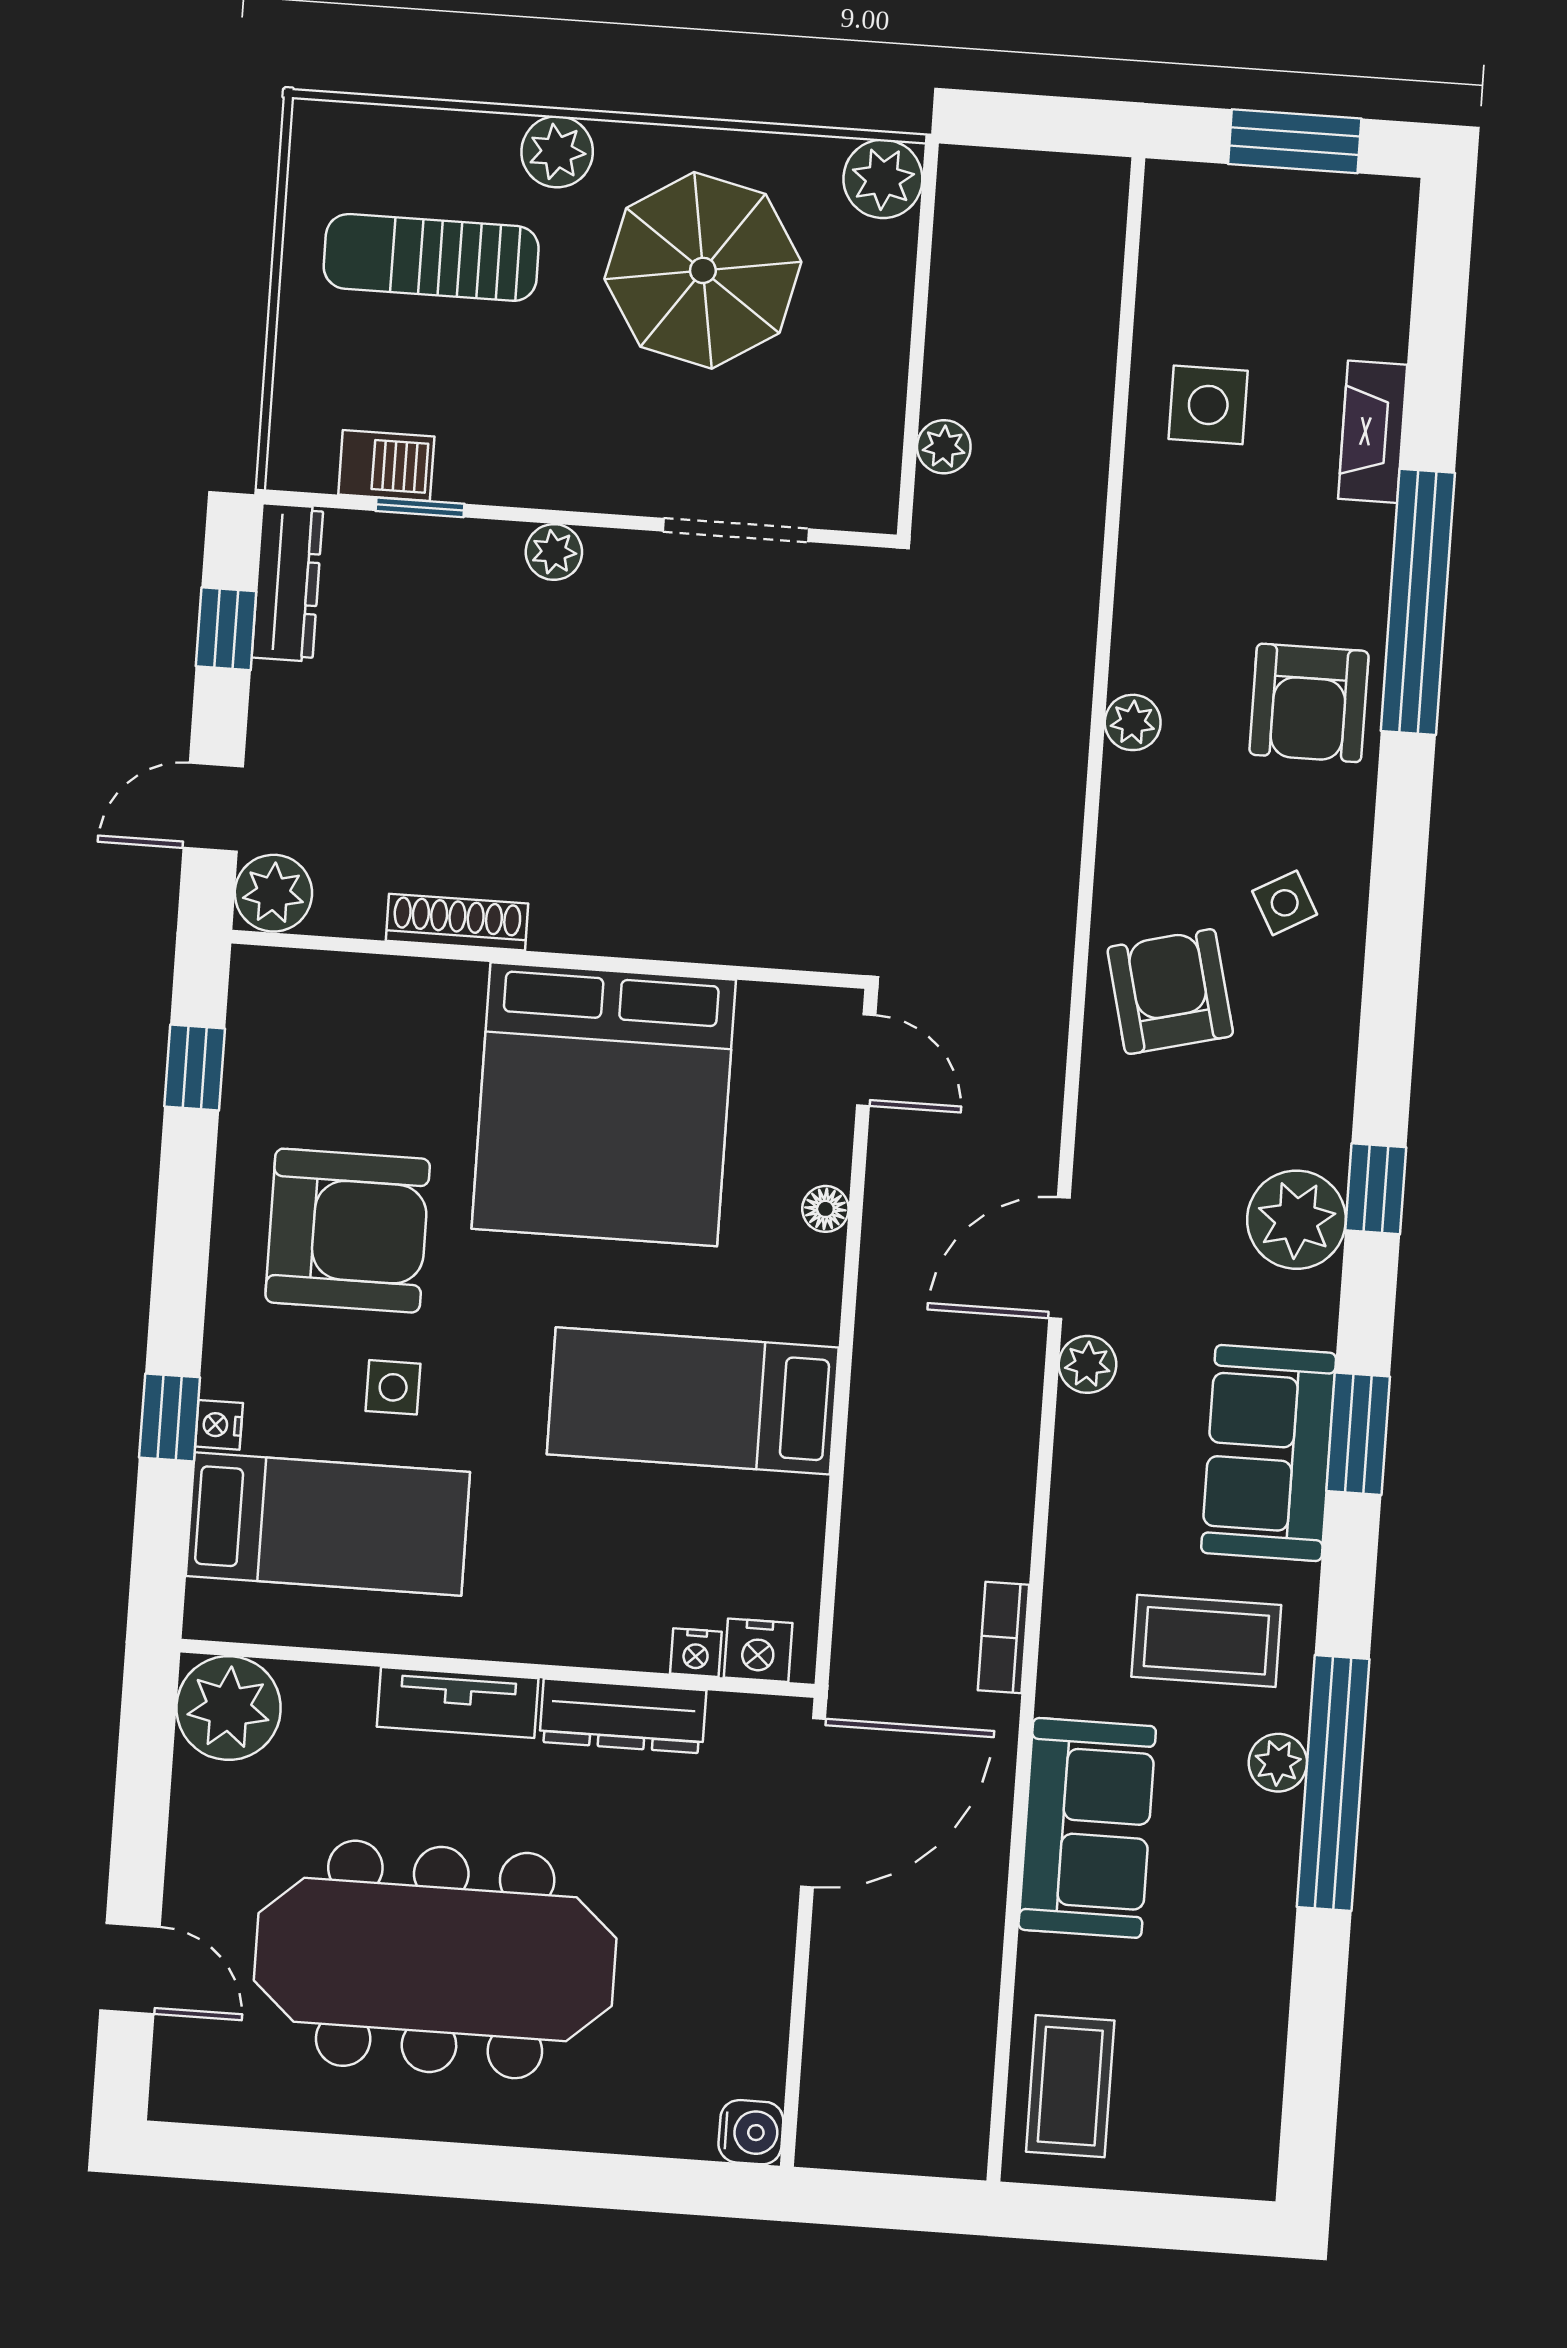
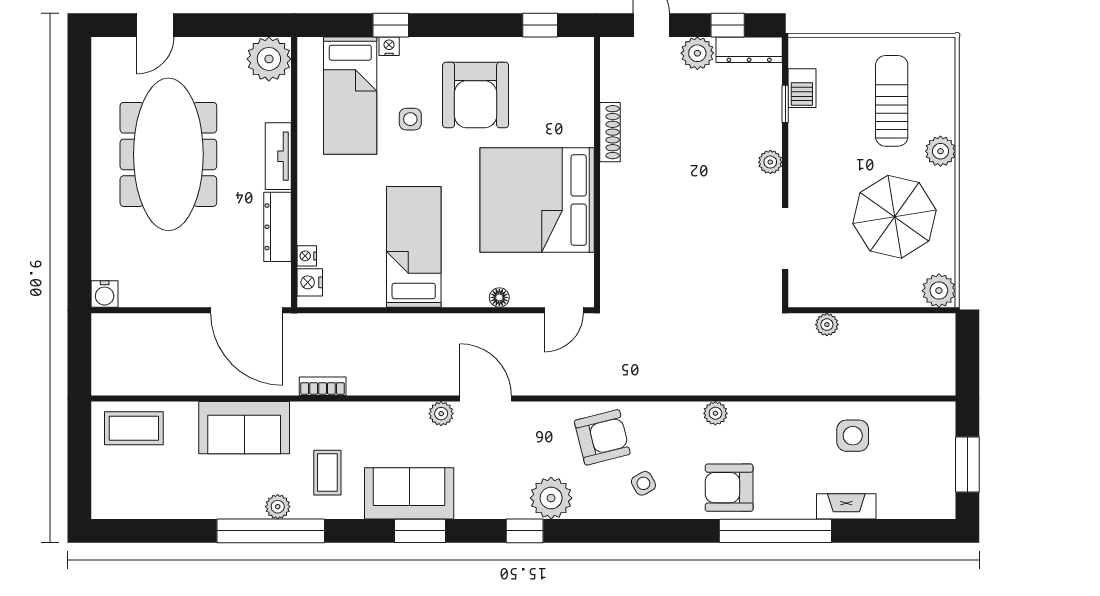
plant: (273, 893) -> (697, 53), moved
plant: (1296, 1220) -> (551, 498), moved
coffee table: (1206, 1641) -> (327, 473), width x0.73, depth x0.77

